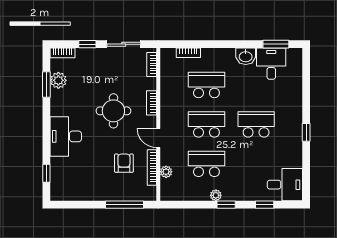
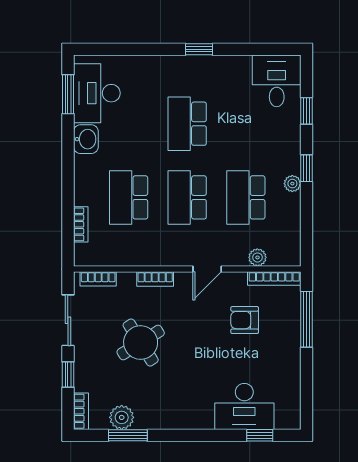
desk: (271, 64) -> (97, 93), width x1.37
round table: (113, 111) -> (141, 343), moved, turned -32
desk: (66, 136) -> (244, 406), moved
bookcase: (152, 167) -> (274, 279), moved

